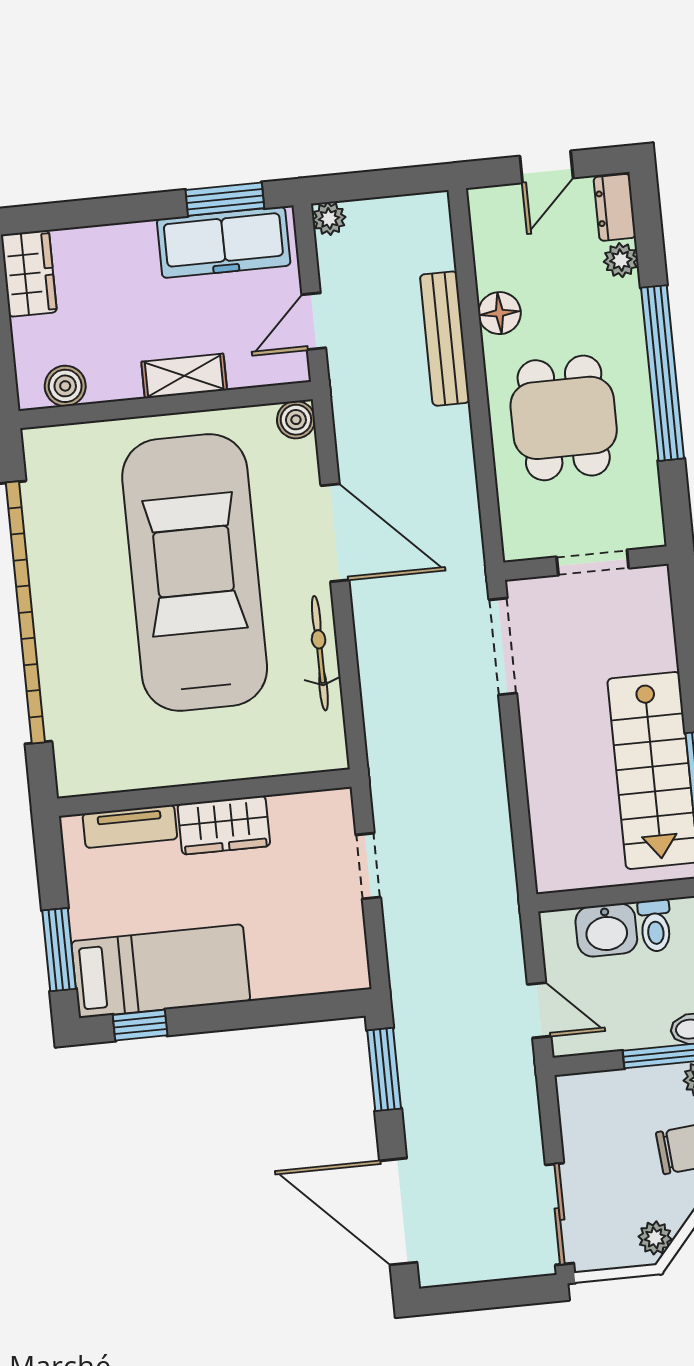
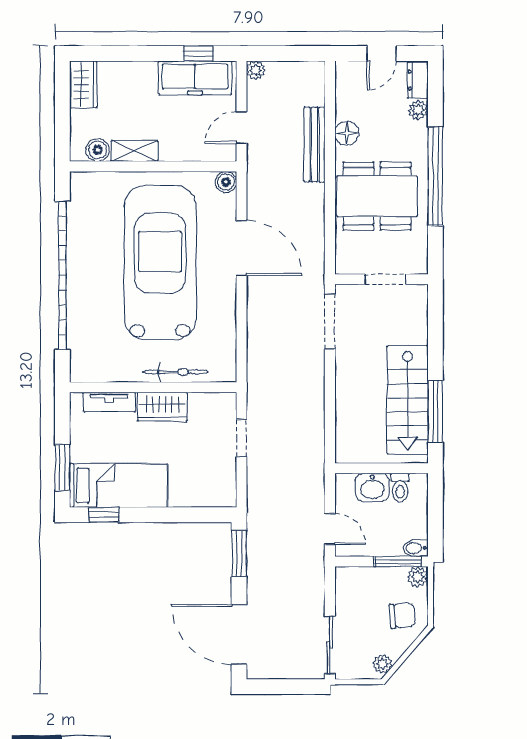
window: (225, 199) -> (198, 53), width x0.67
shelving: (184, 376) -> (134, 151), moved
dining table: (564, 418) -> (377, 196), width x1.38
bicycle: (320, 653) -> (175, 372), moved, turned 90

